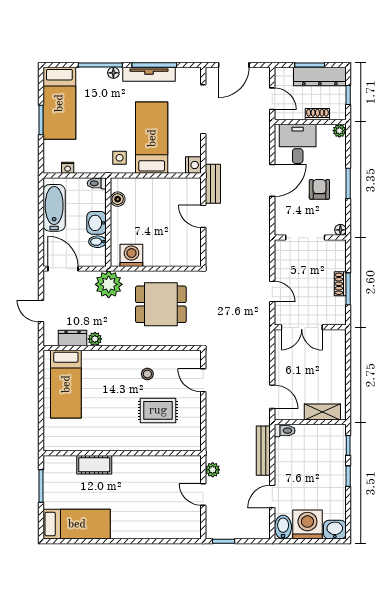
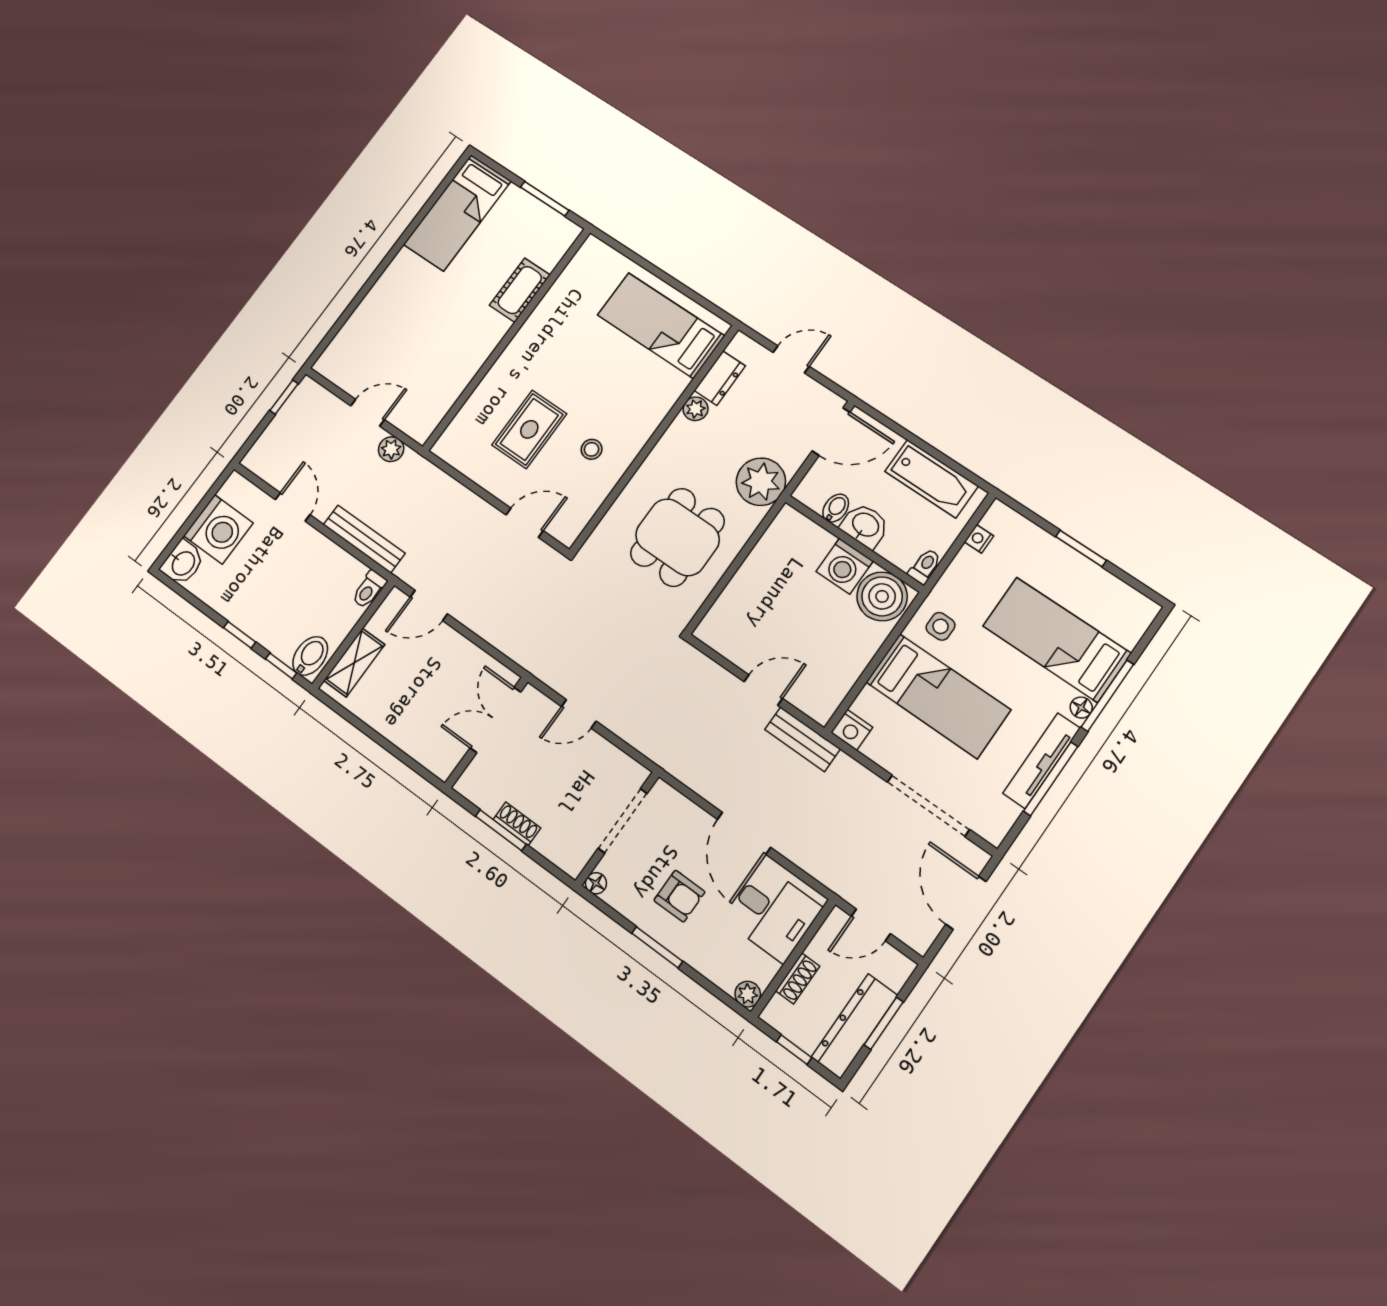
bed: (59, 103) -> (1057, 639), moved
boiler: (118, 199) -> (882, 596), width x1.86, depth x1.86
washing machine: (131, 255) -> (845, 566), moved, turned 90
bidet: (283, 527) -> (310, 656), moved, turned -90

